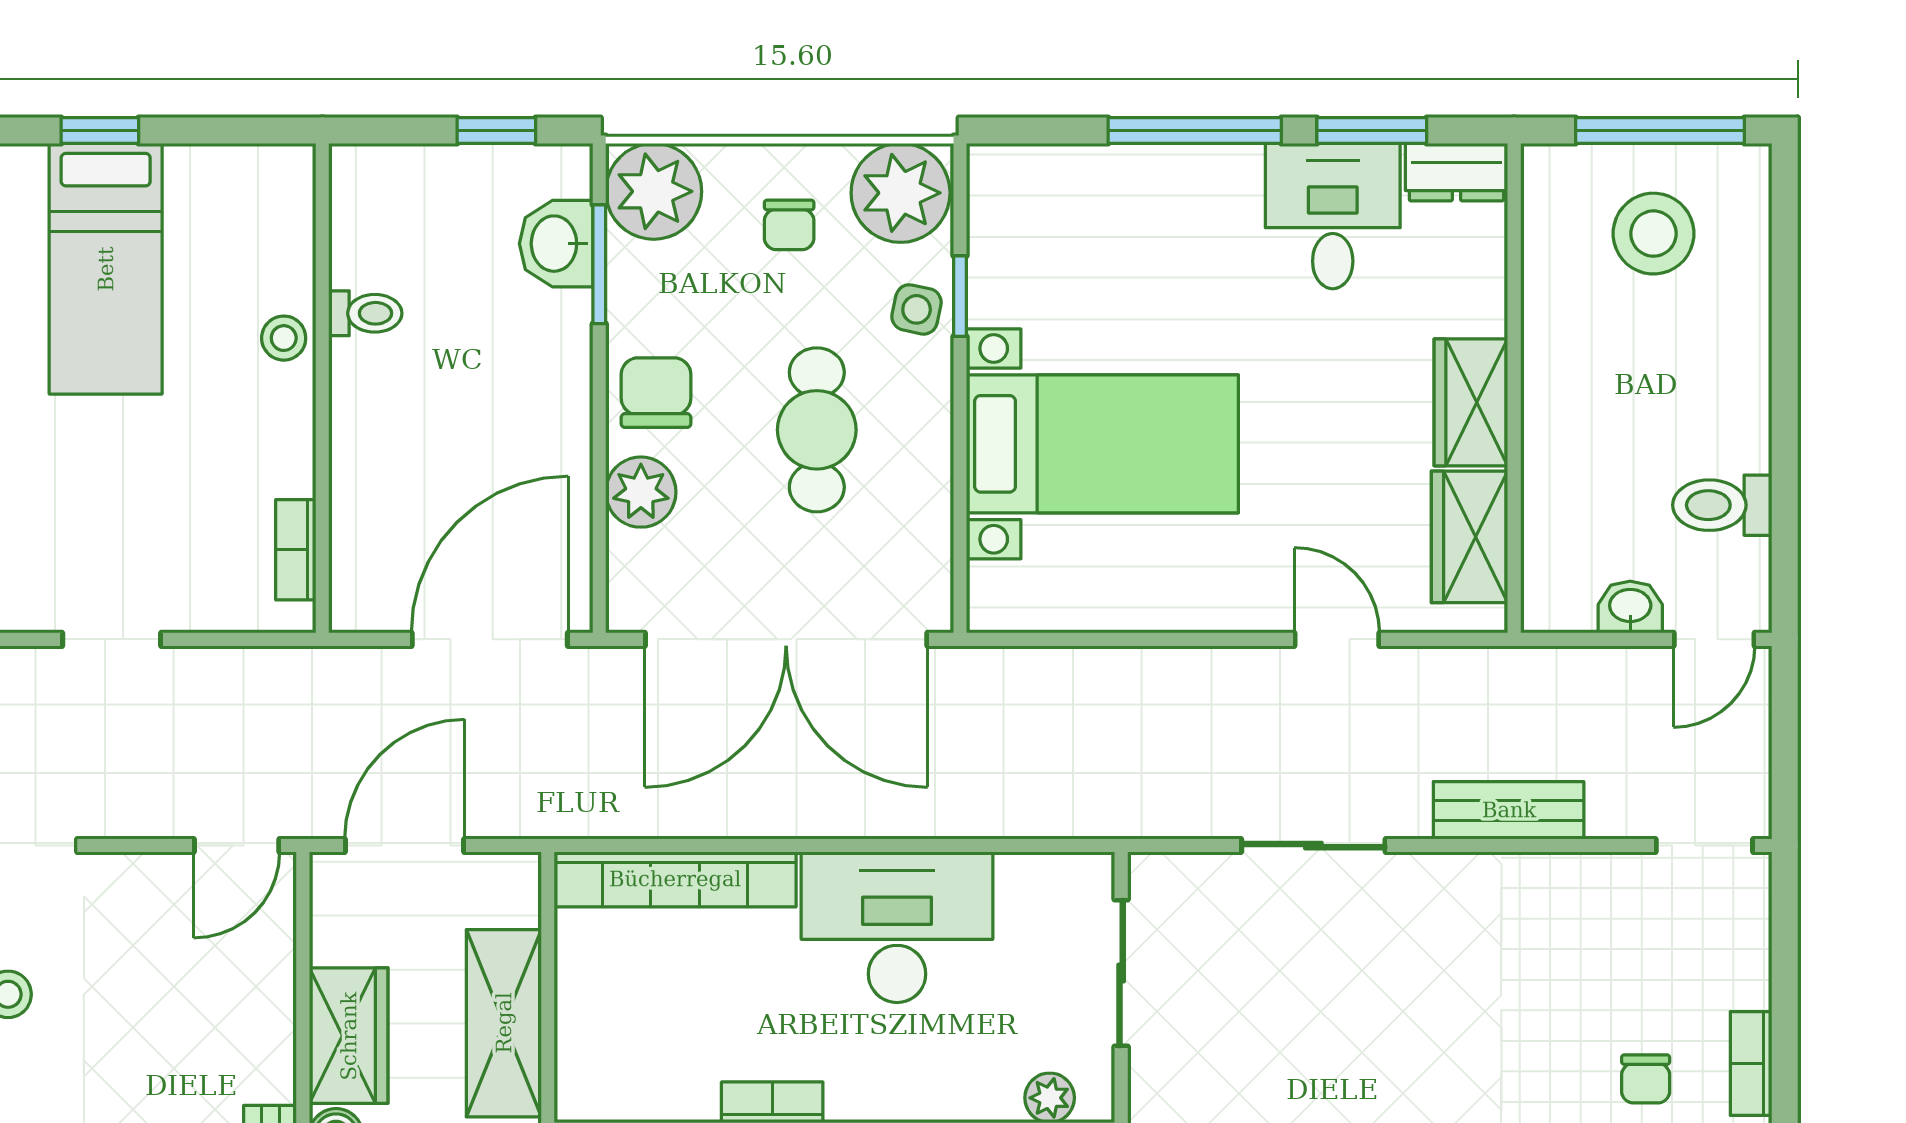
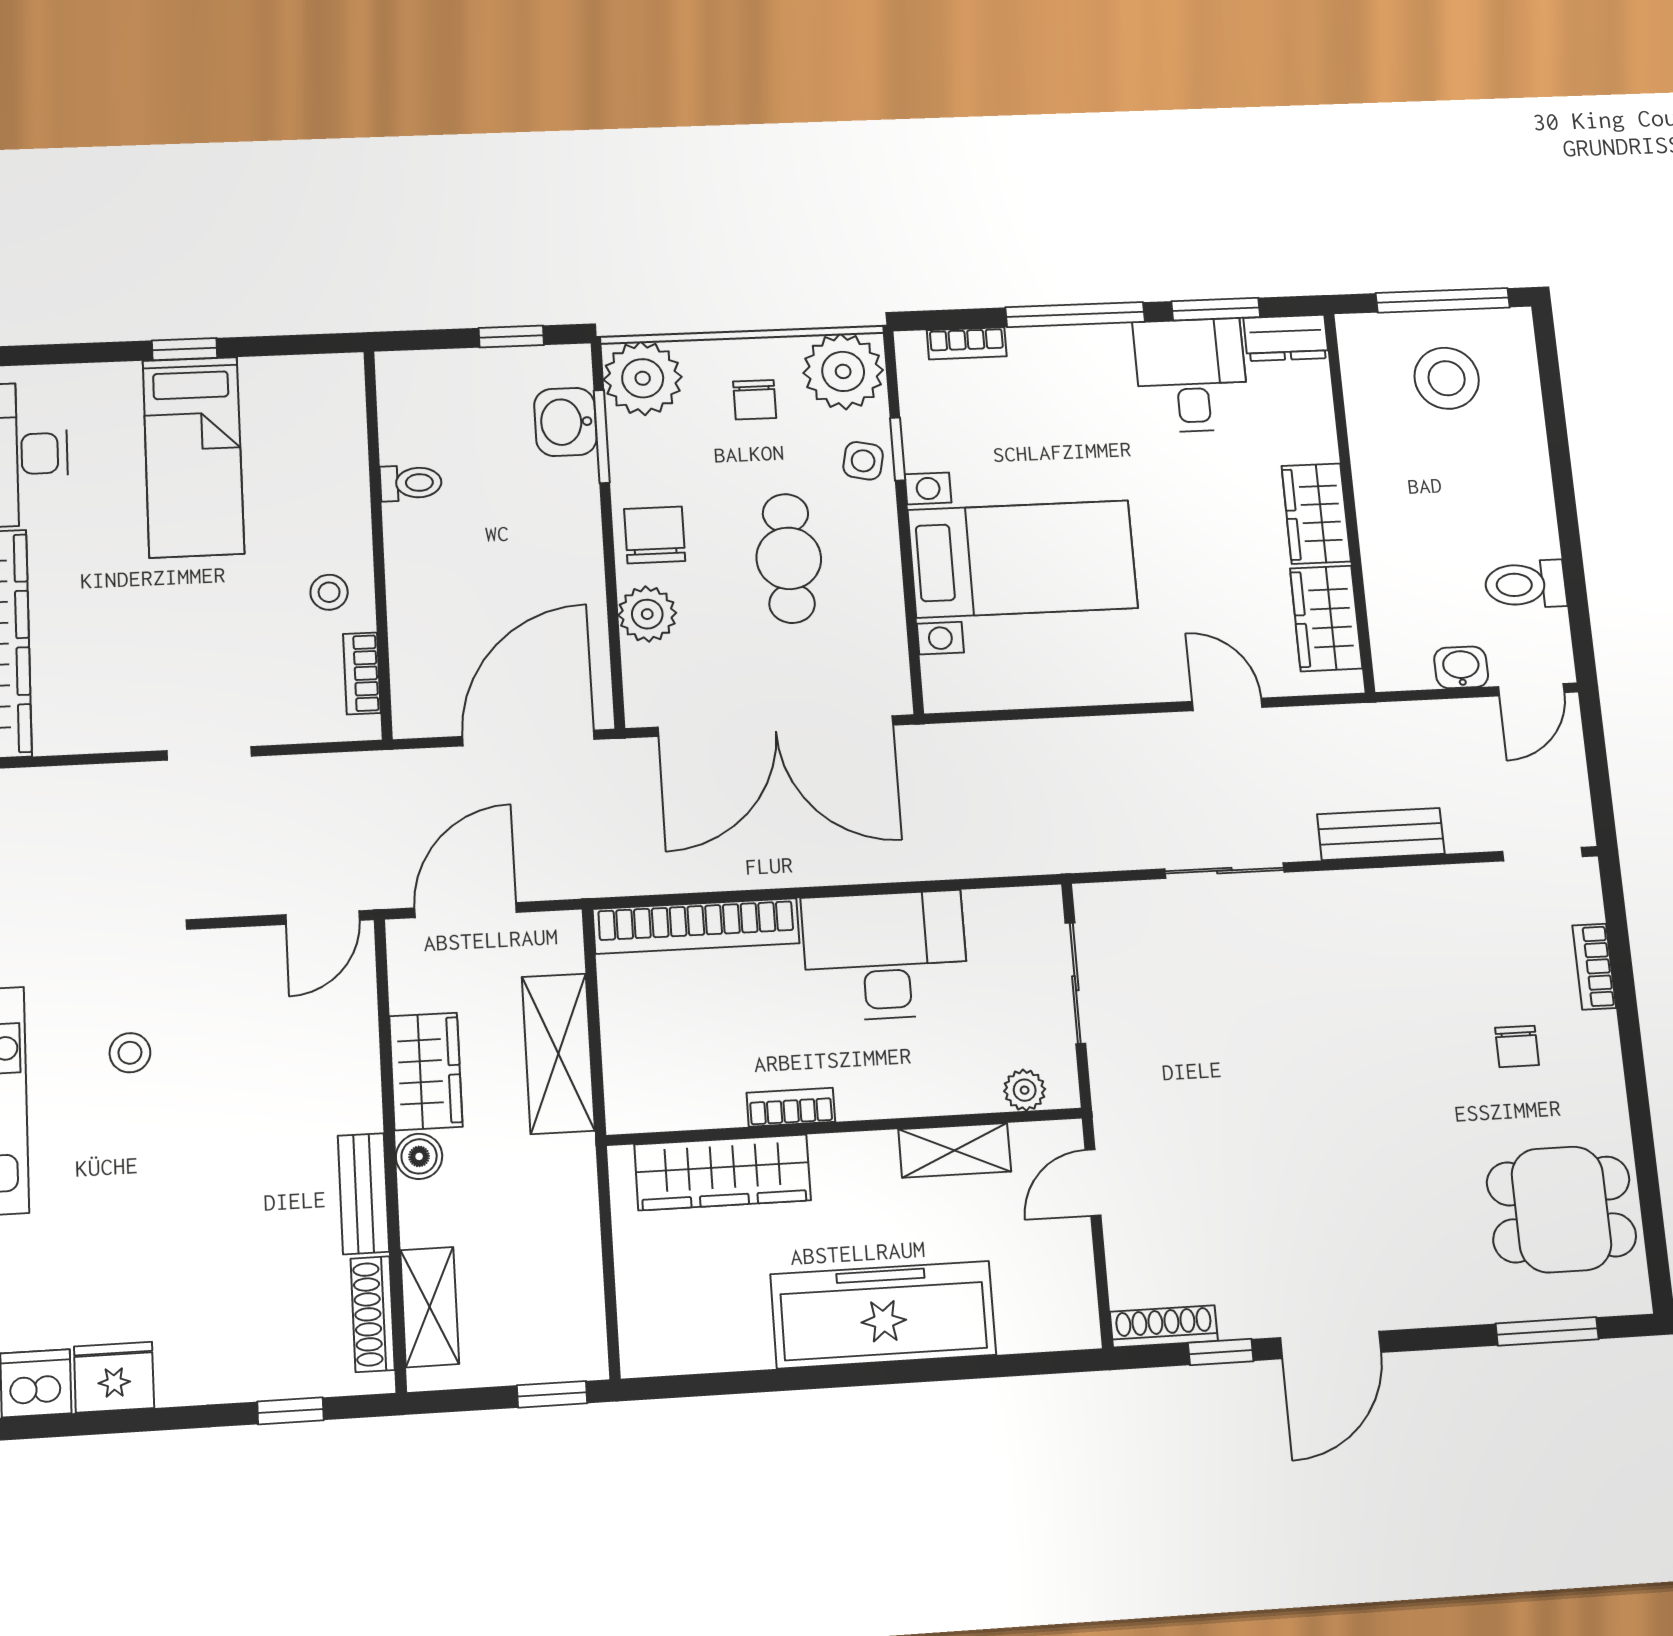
bookcase: (1056, 163) -> (967, 343), added
stool: (284, 338) -> (329, 592), moved
bookcase: (1751, 1063) -> (1594, 967), moved

